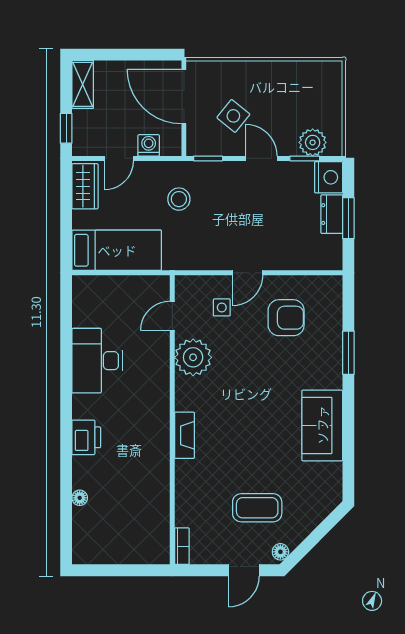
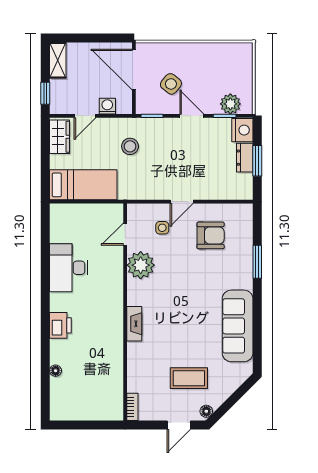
sofa: (322, 425) -> (238, 326), width x1.36

